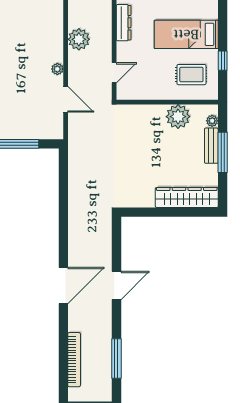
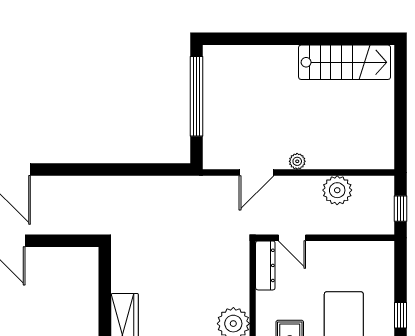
dresser: (124, 23) -> (265, 265), moved, turned -90

